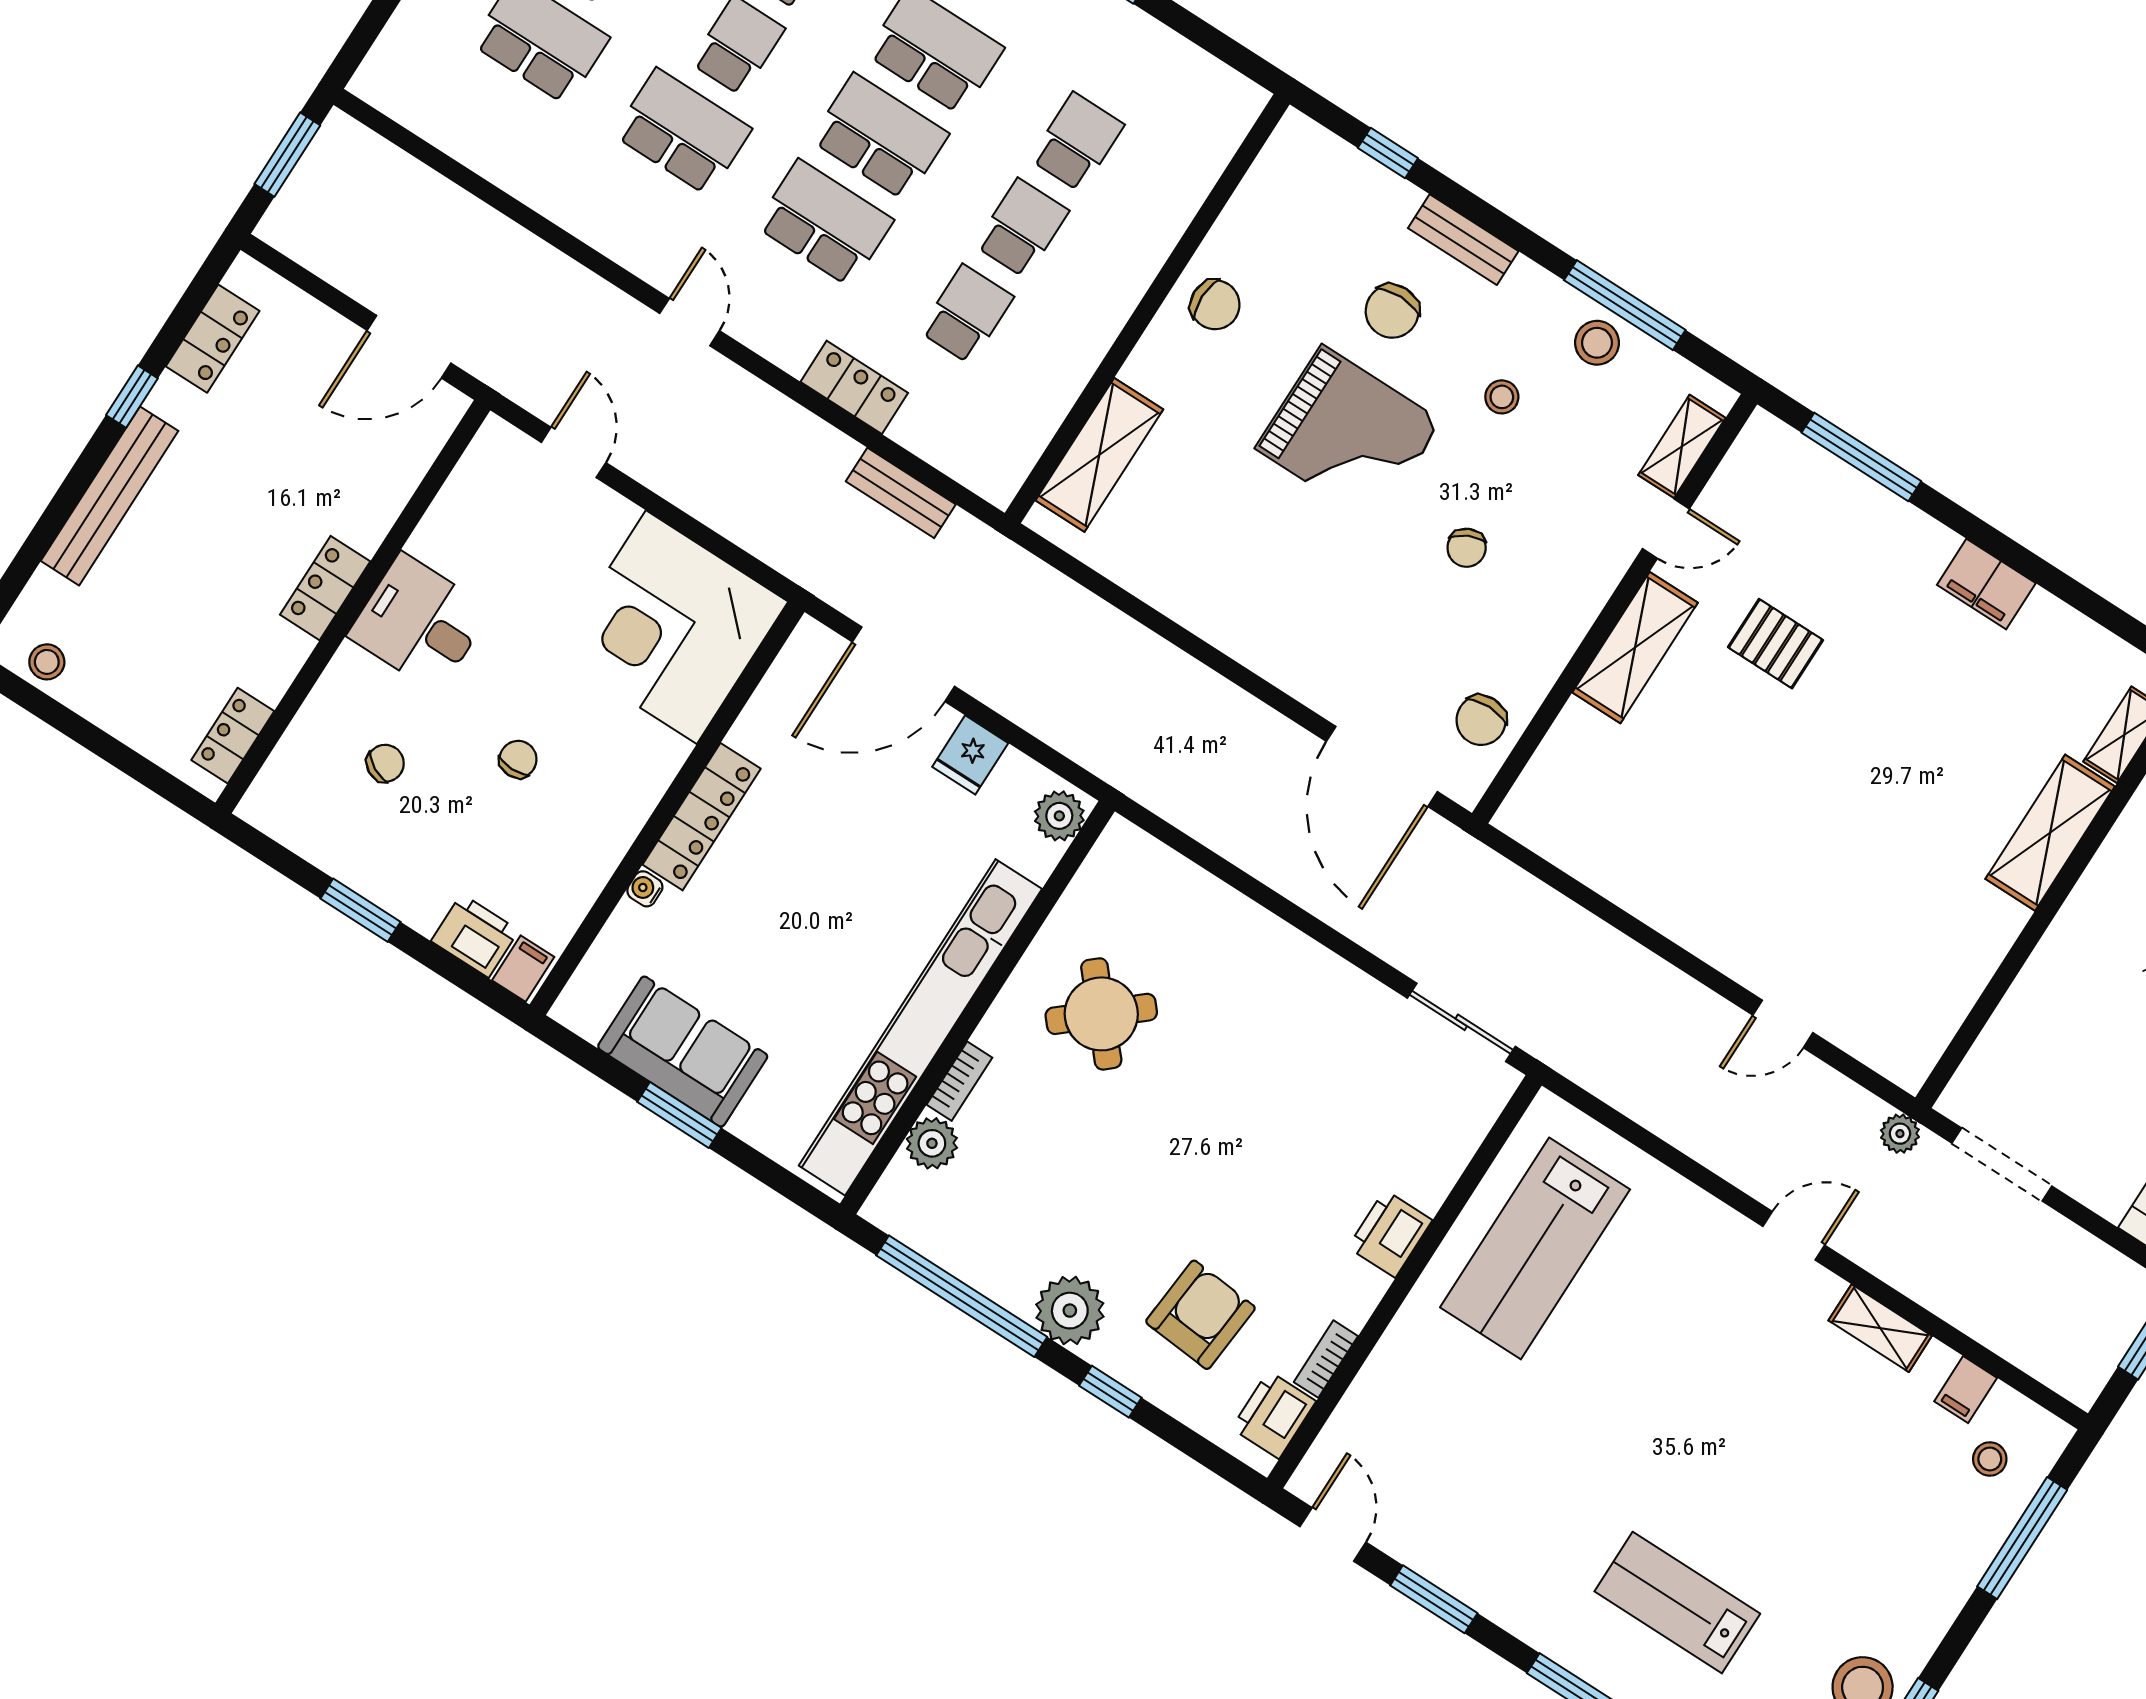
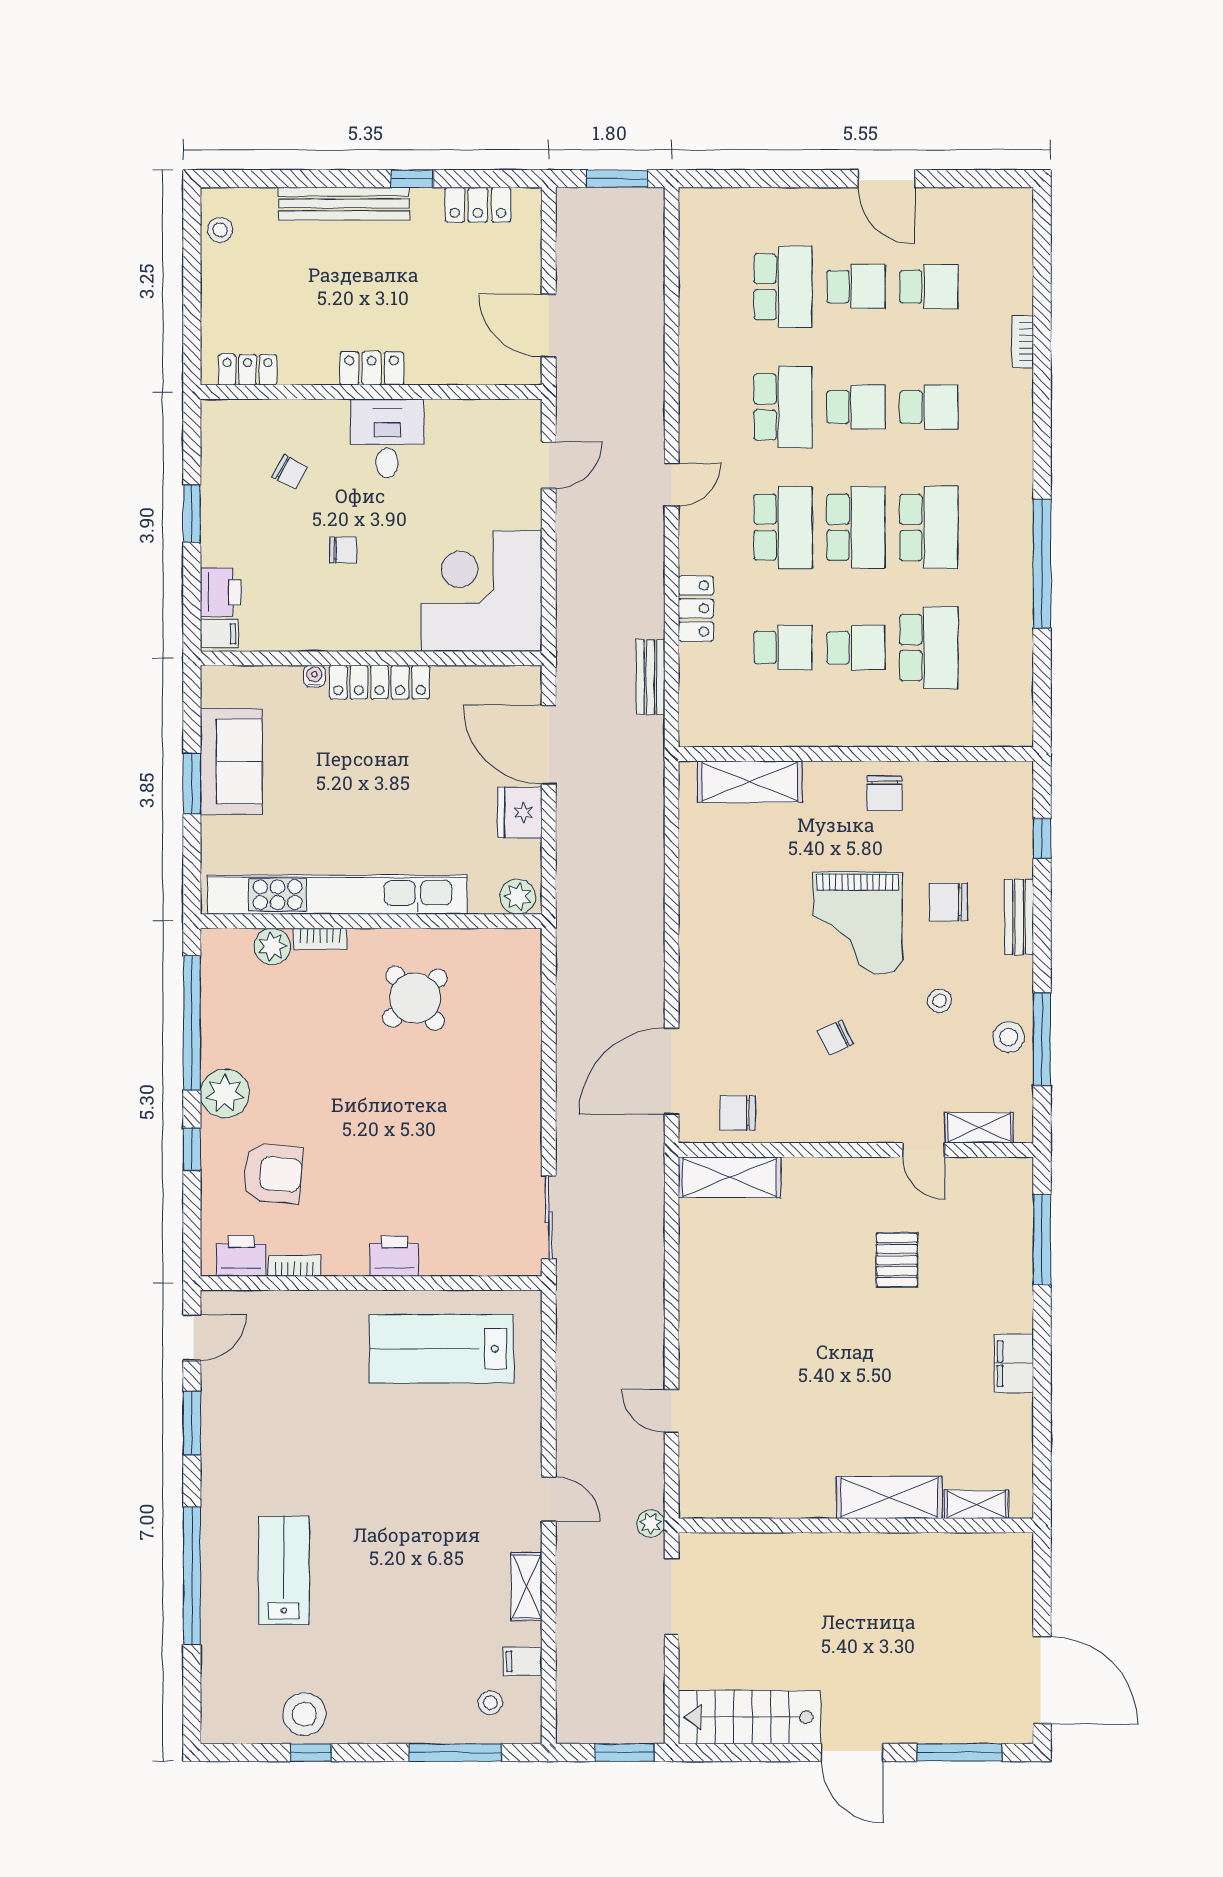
school desk: (1077, 142) -> (929, 648), width x1.85
shelving: (1635, 648) -> (730, 1177), moved
fridge: (970, 755) -> (520, 813), width x1.38

